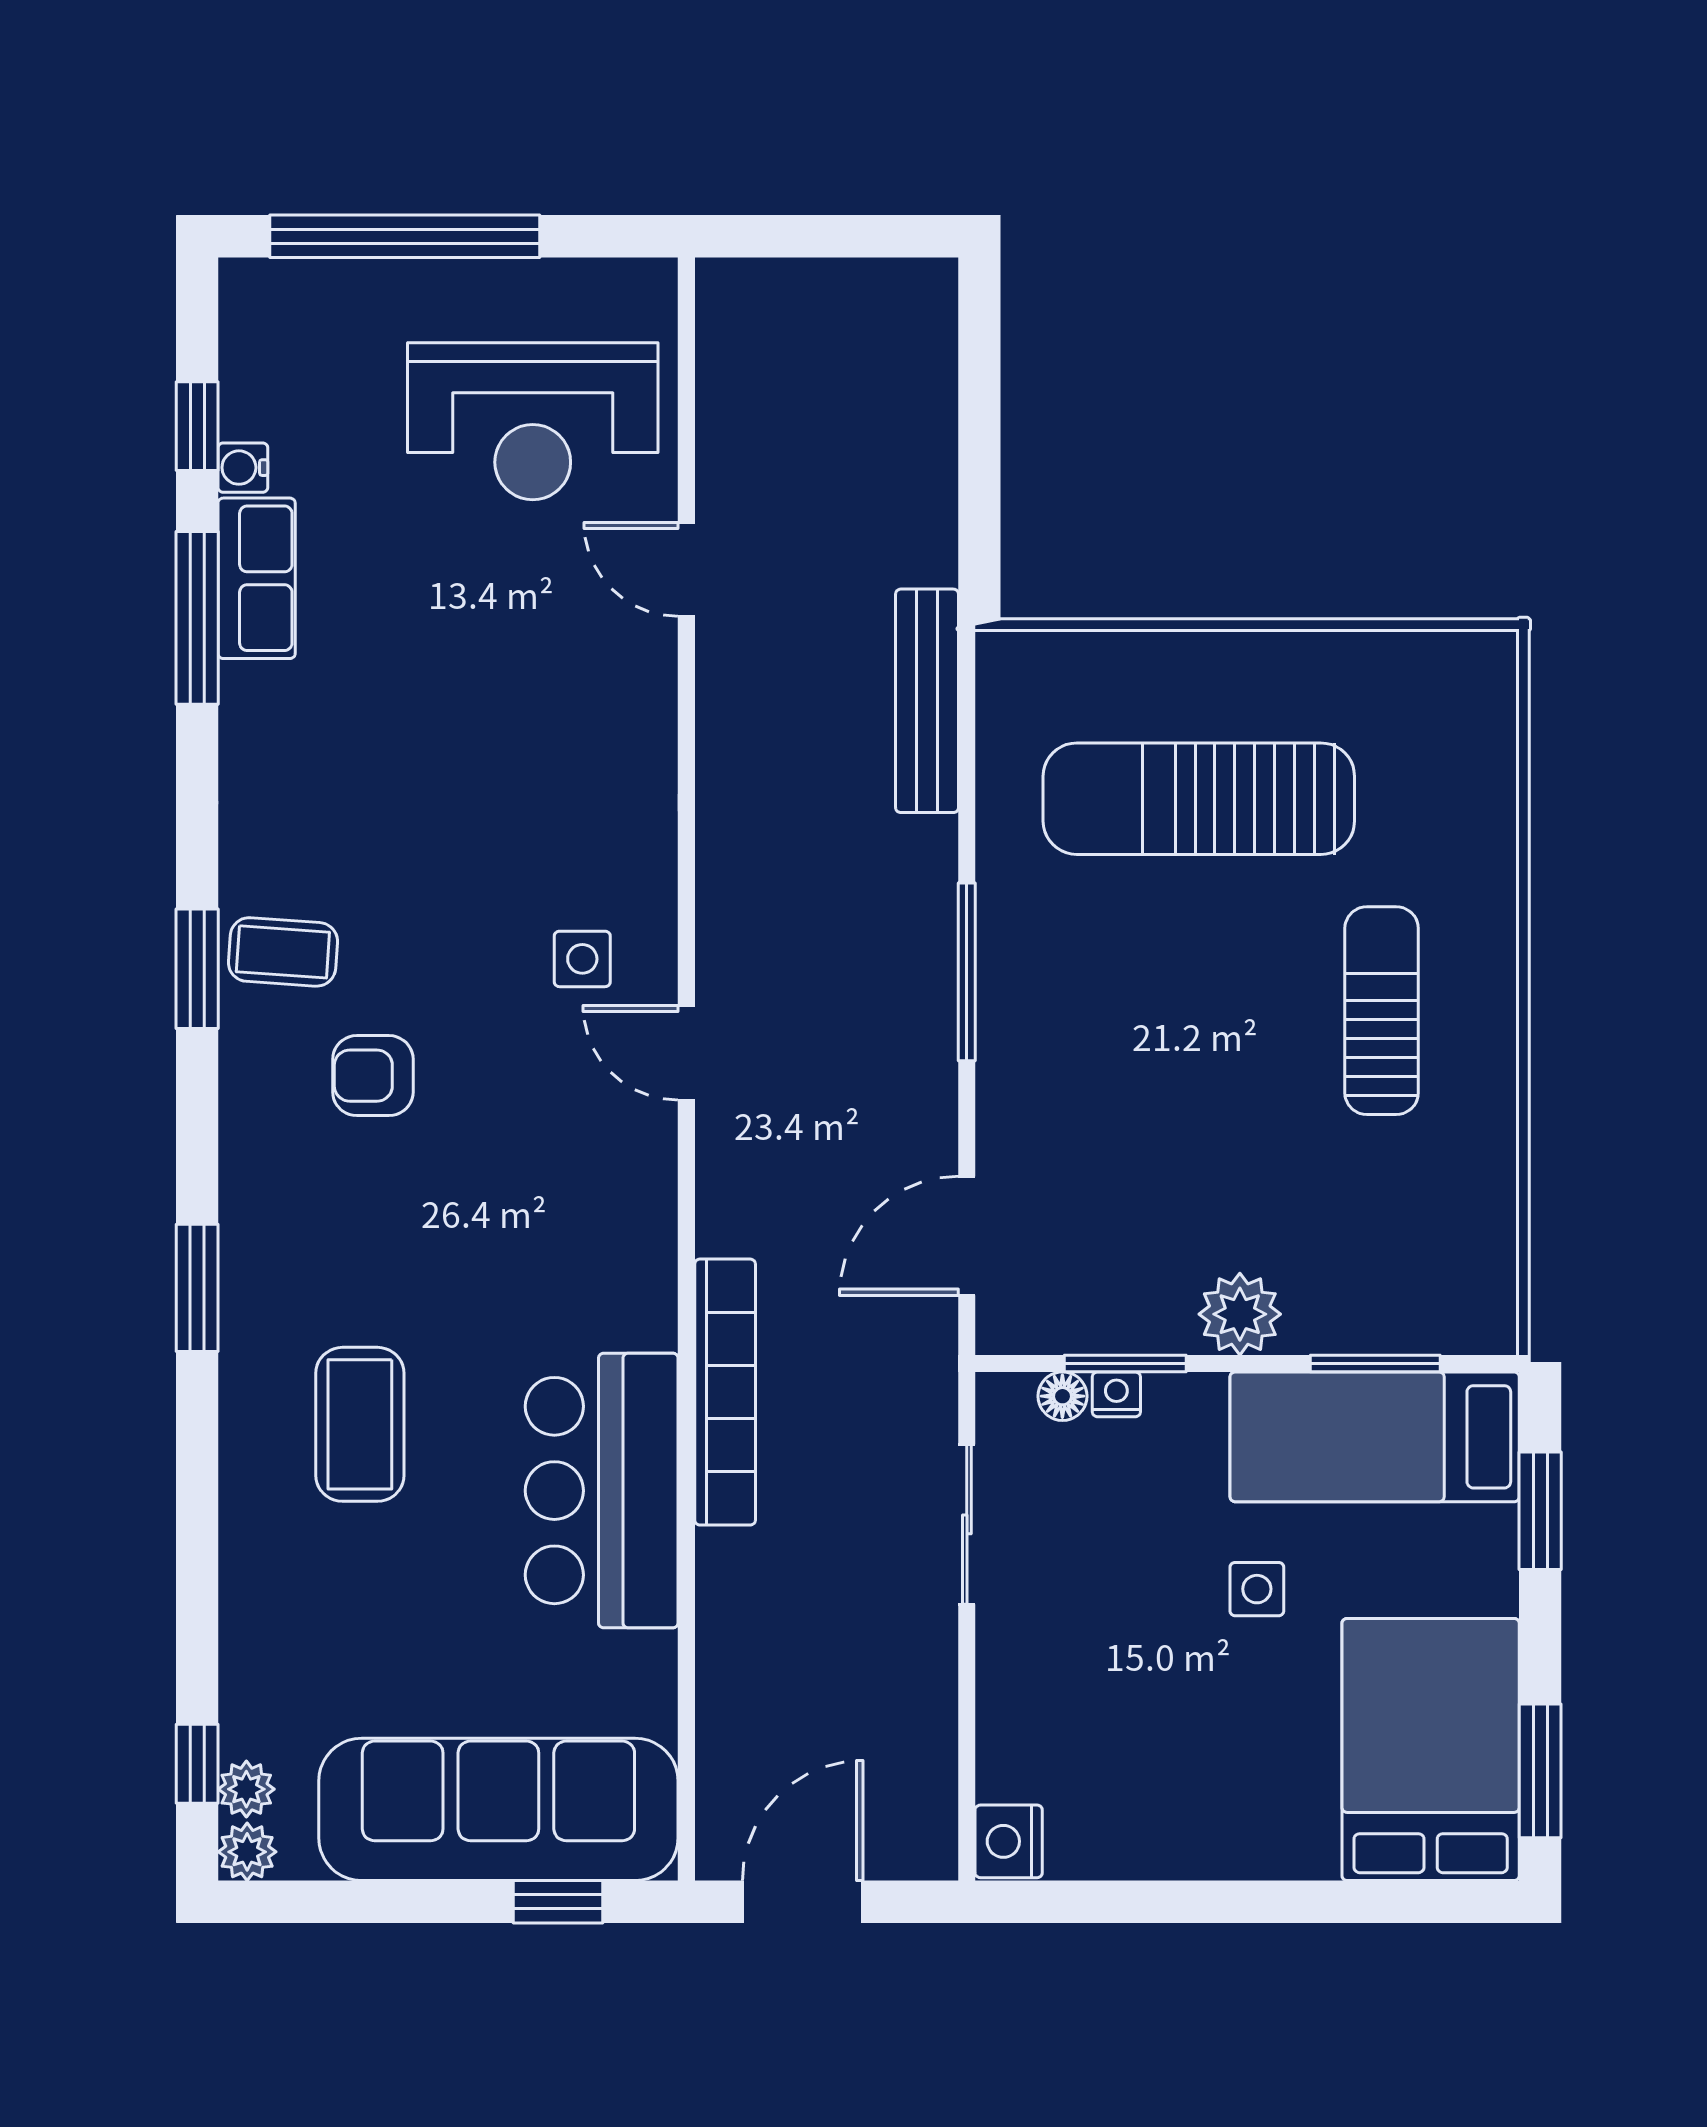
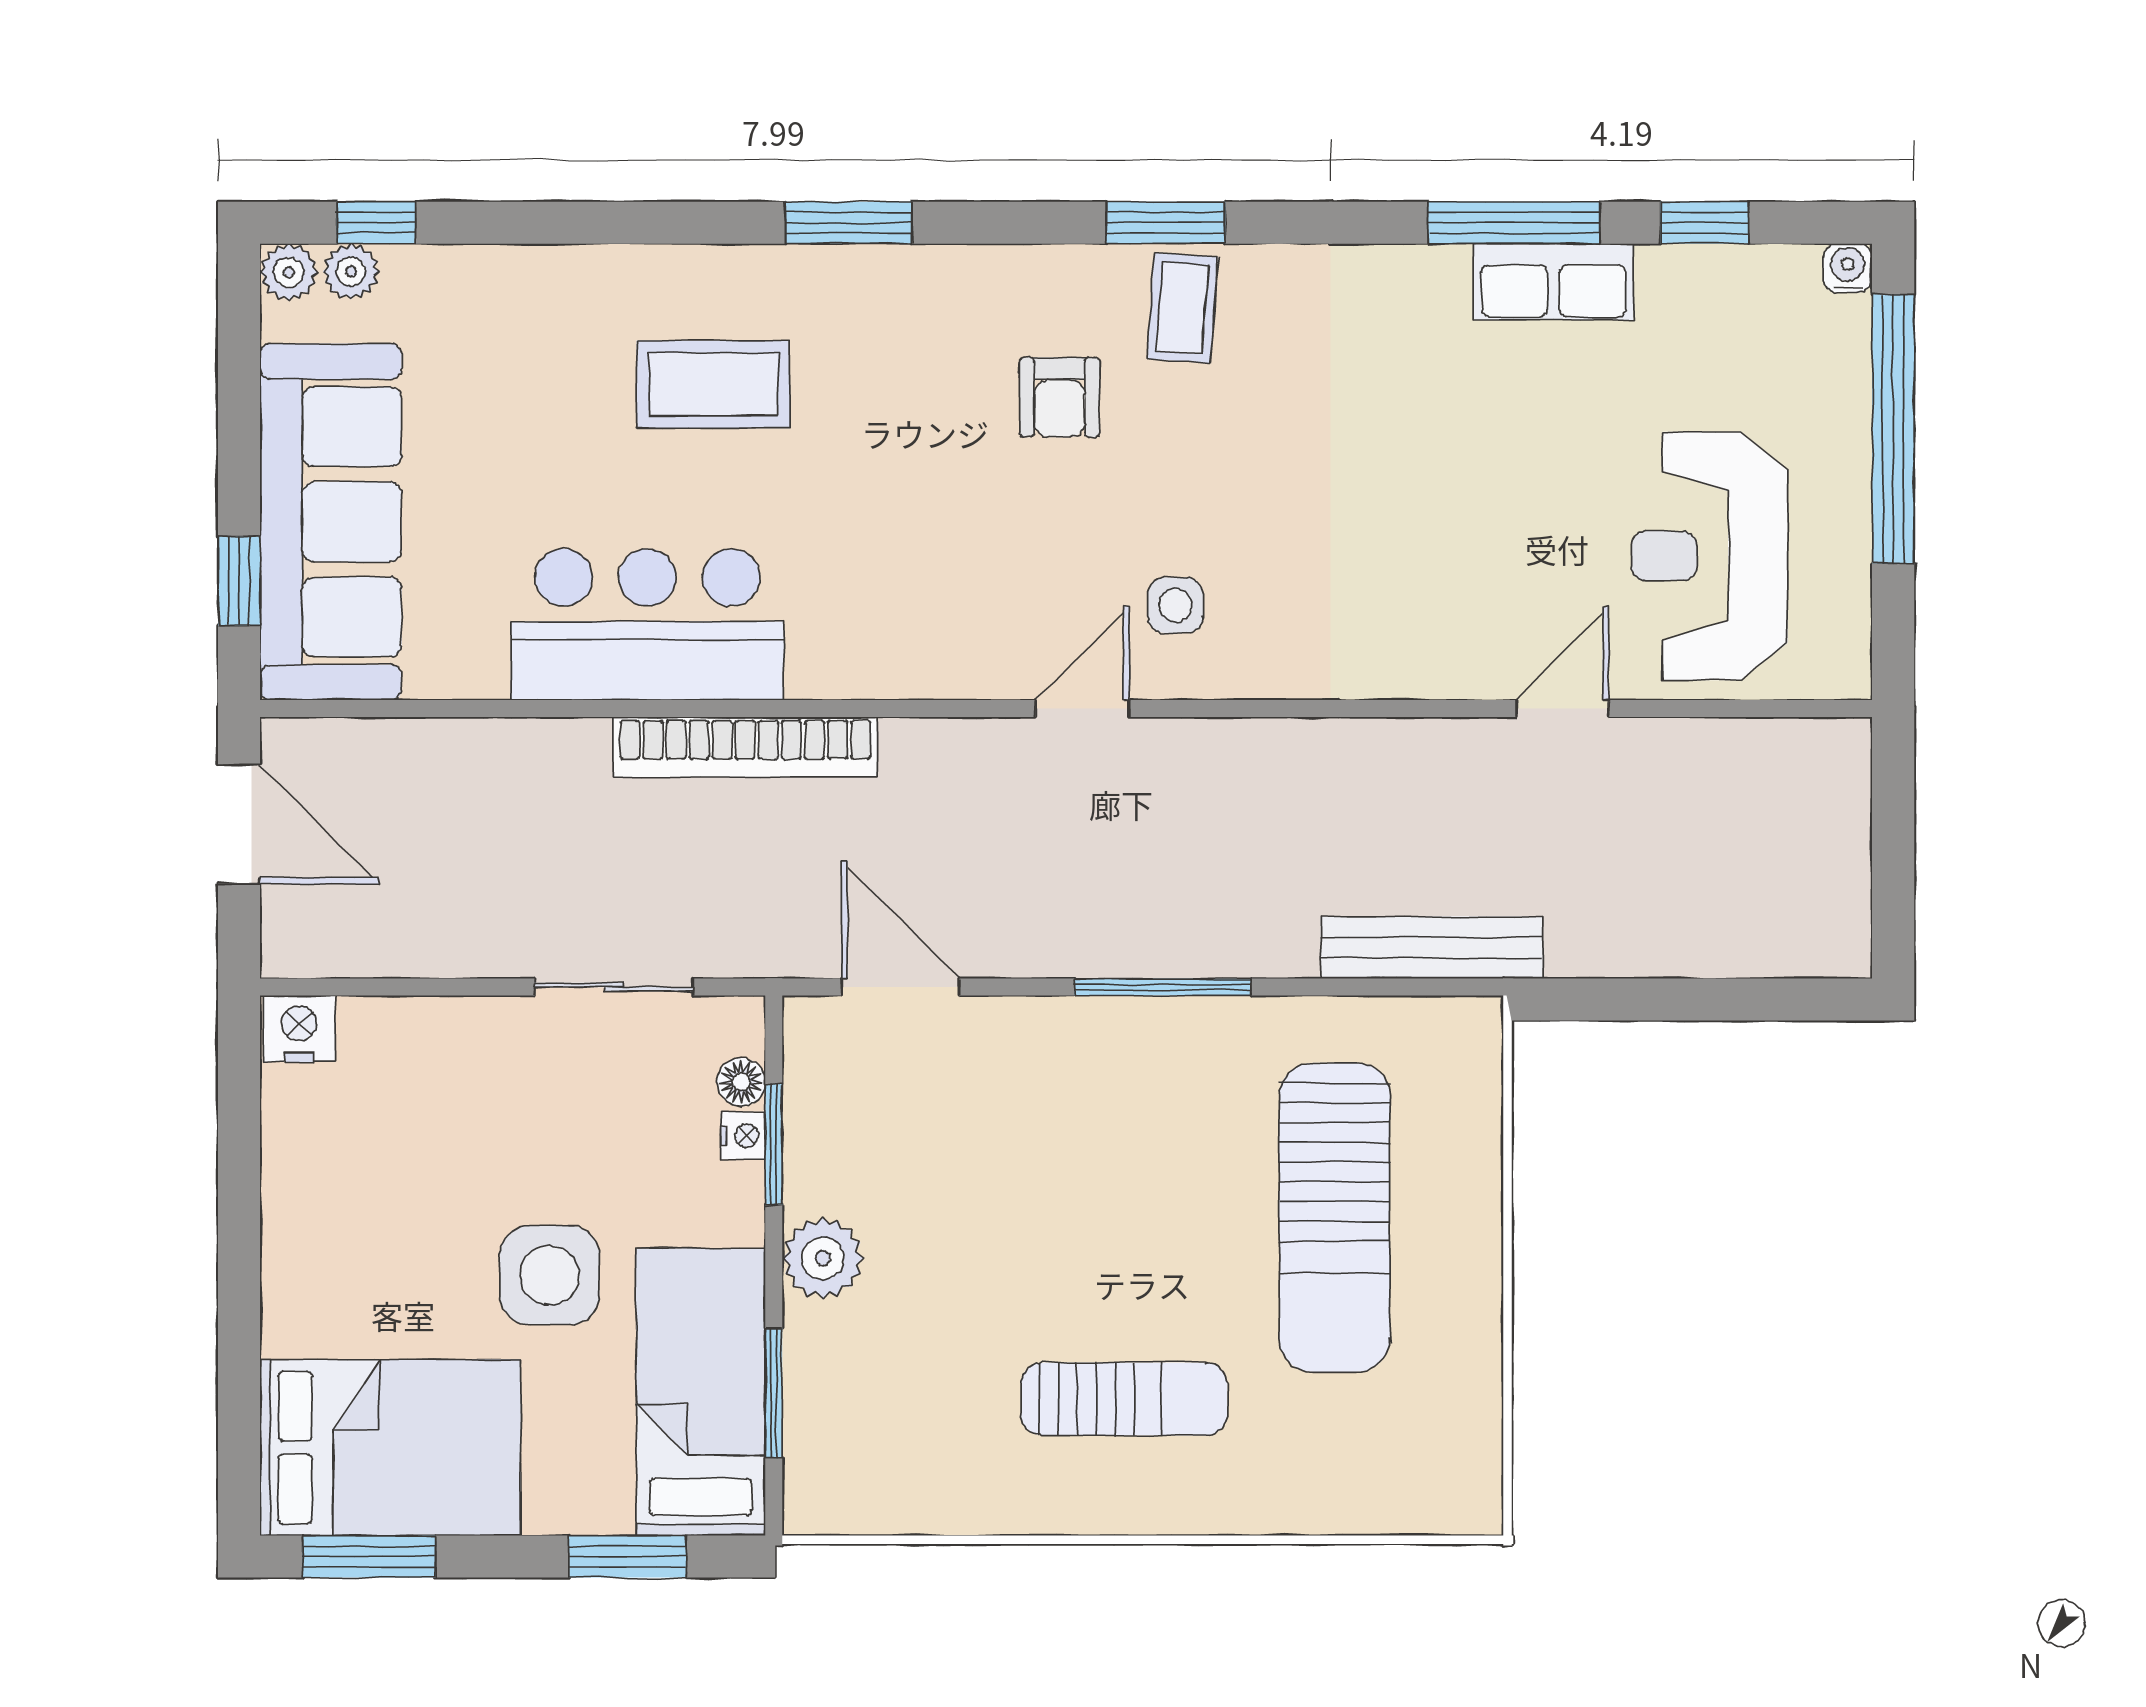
water cooler: (243, 468) -> (1848, 268), moved
sun lounger: (1199, 799) -> (1335, 1217), turned 180
armchair: (373, 1076) -> (1060, 397), turned 180
side table: (1257, 1589) -> (550, 1275), width x1.87, depth x1.87

